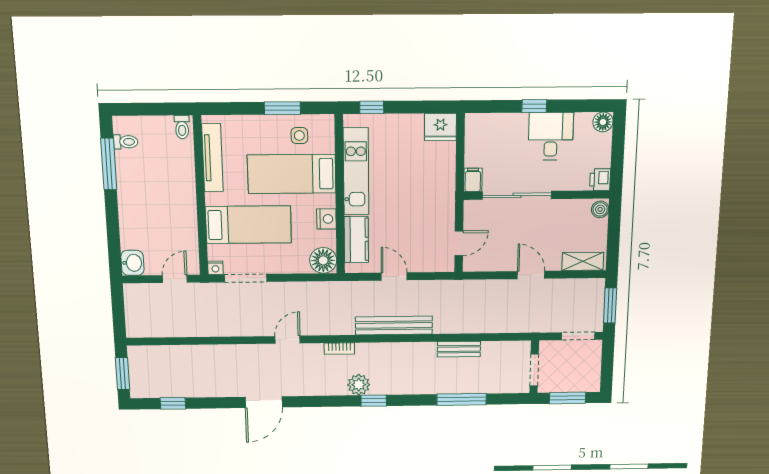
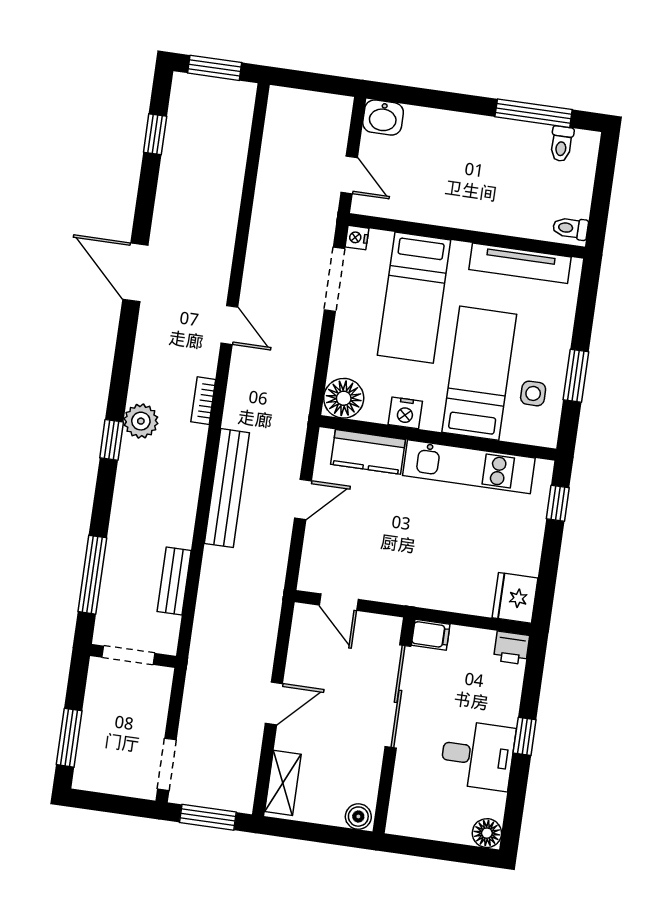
printer: (600, 180) -> (511, 648), moved, turned 180
wall: (534, 367) -> (133, 656), moved
doorway: (534, 370) -> (128, 655), moved

